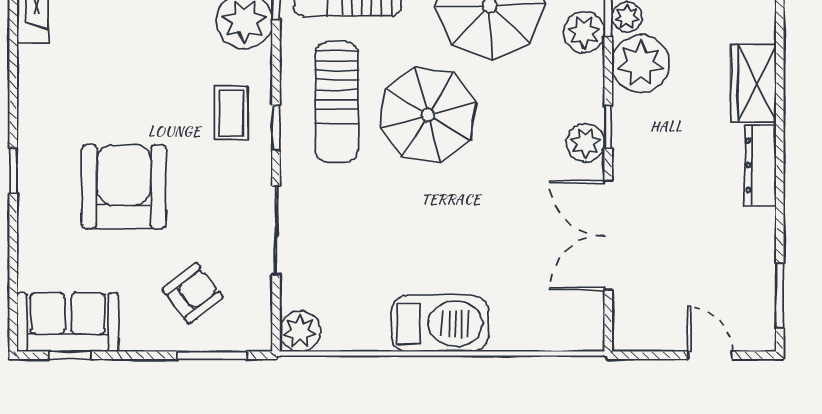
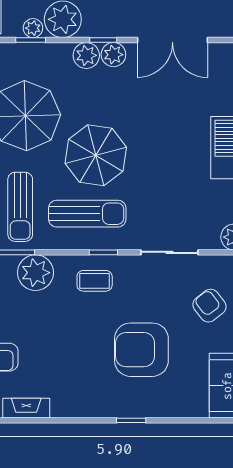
plant: (584, 32) -> (86, 55), moved

